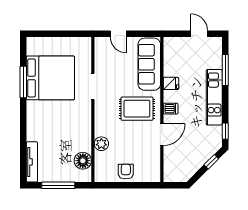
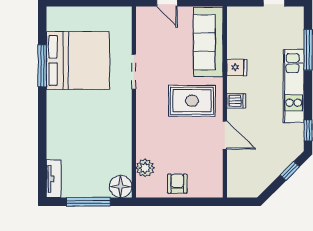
door: (162, 135) -> (225, 135), hinge flipped
plant: (101, 144) -> (145, 168), moved
floor lamp: (83, 161) -> (121, 186), moved
tv unit: (32, 162) -> (54, 179), width x0.71

